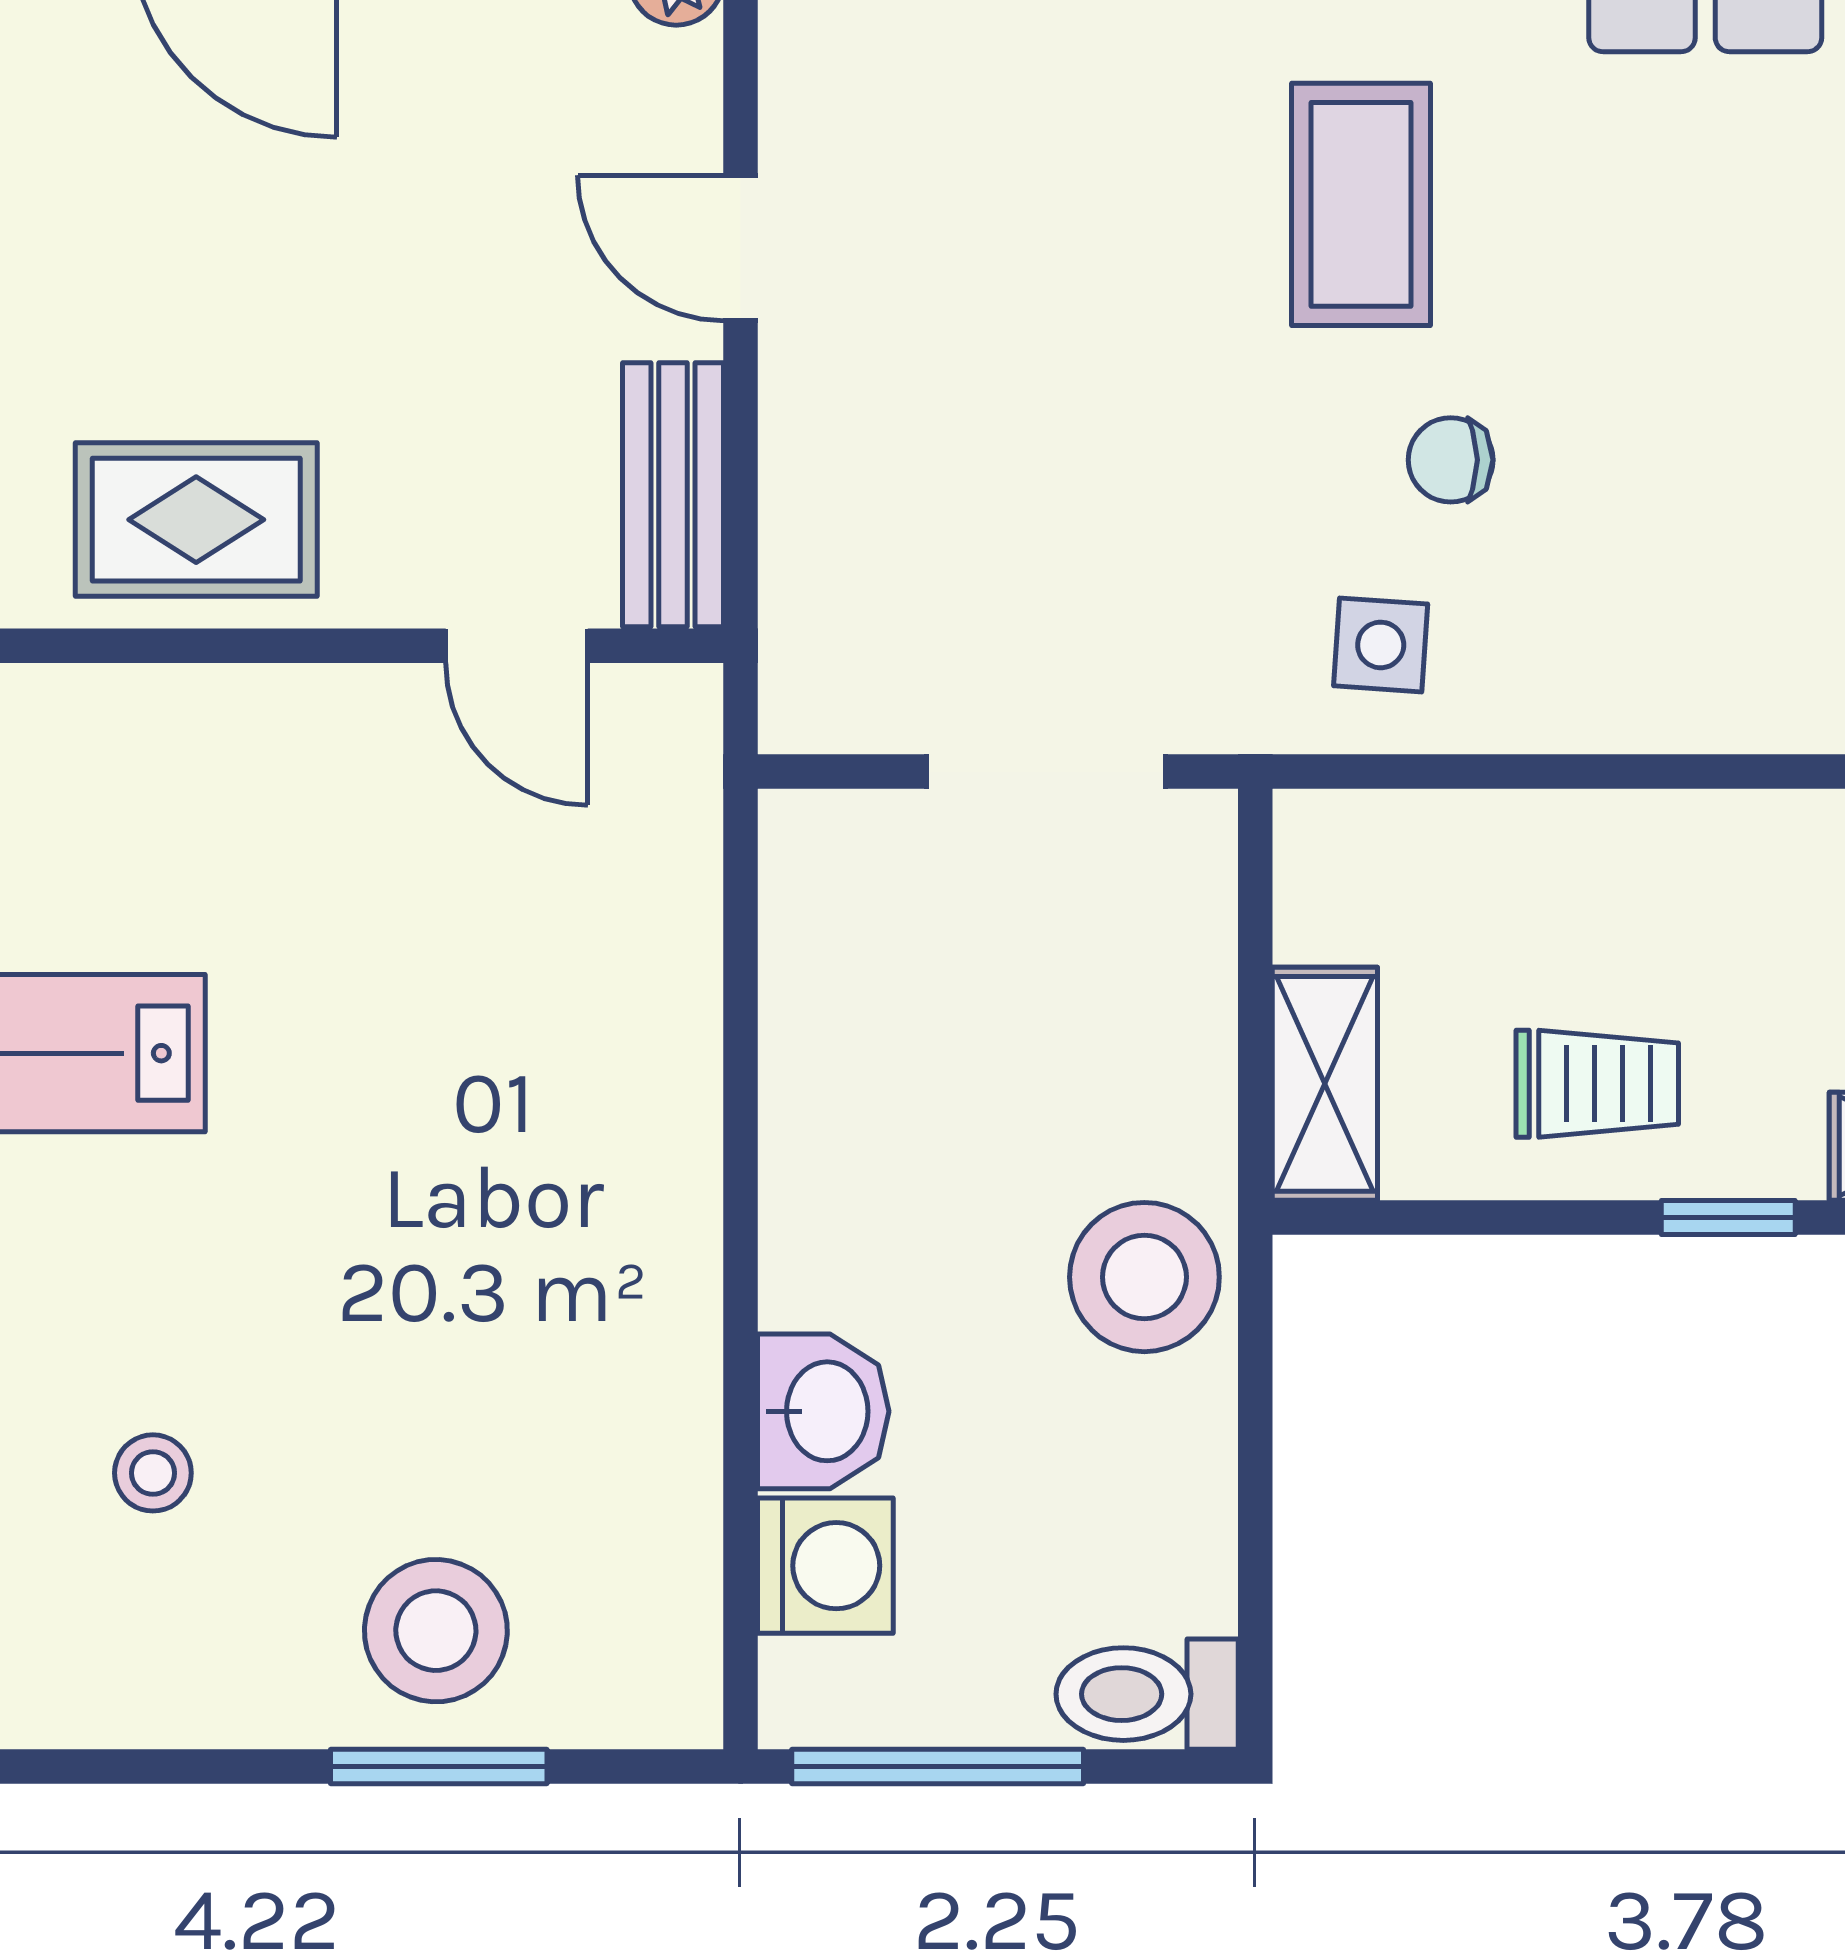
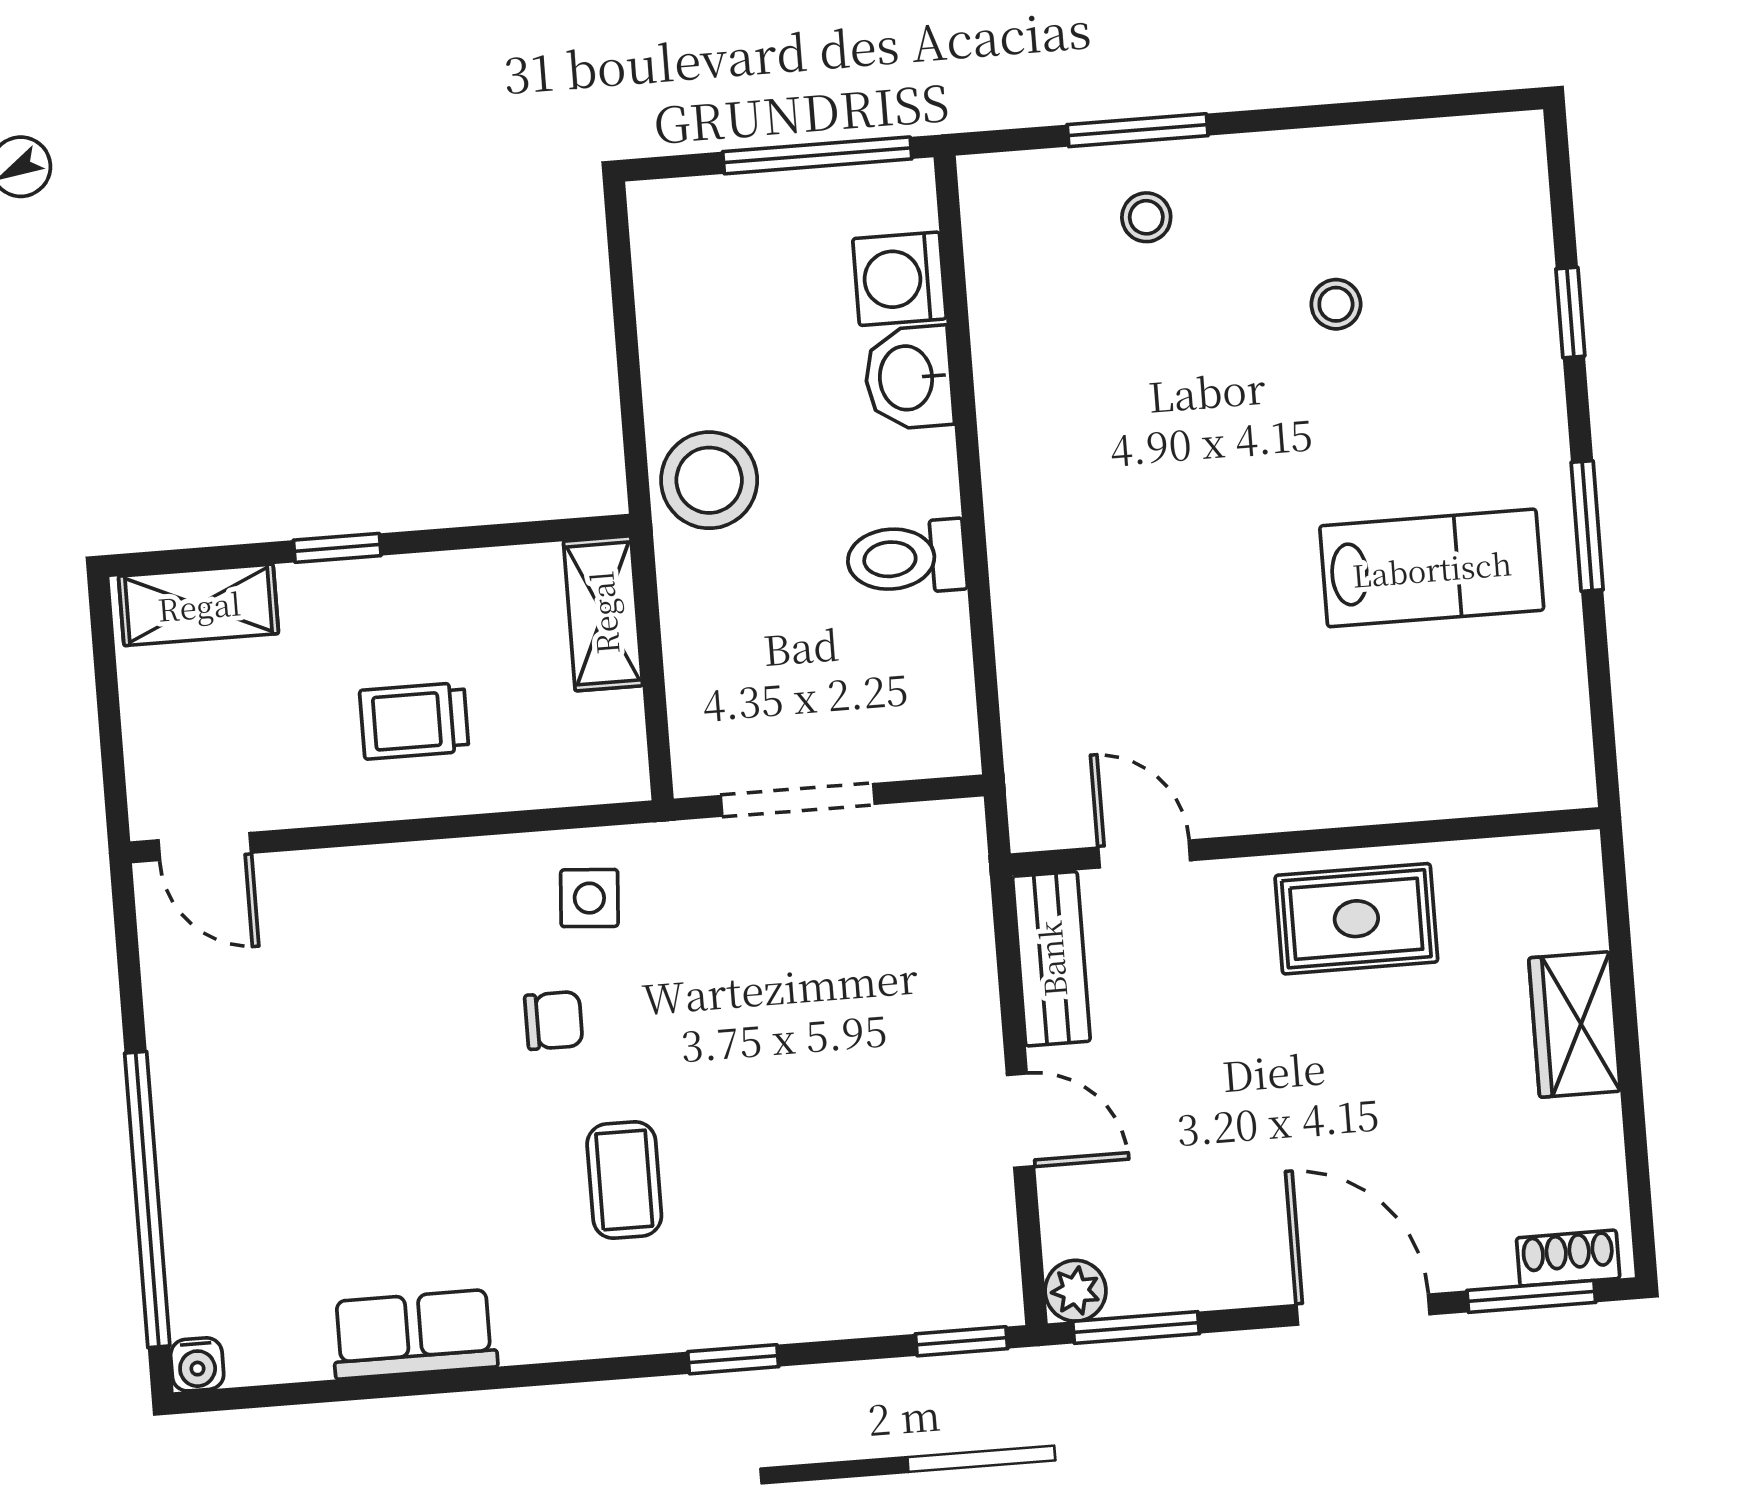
coffee table: (1361, 204) -> (624, 1180), width x0.73, depth x0.77
trolley: (1597, 1084) -> (414, 721), moved
stool: (436, 1631) -> (1146, 217), width x0.53, depth x0.53
toilet: (1147, 1694) -> (906, 558), moved, turned 180

